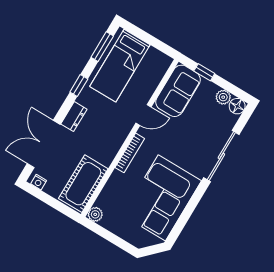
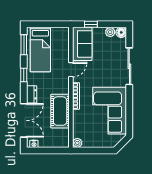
double door: (44, 144) -> (24, 120), swing flipped
cot: (83, 184) -> (60, 111), moved

